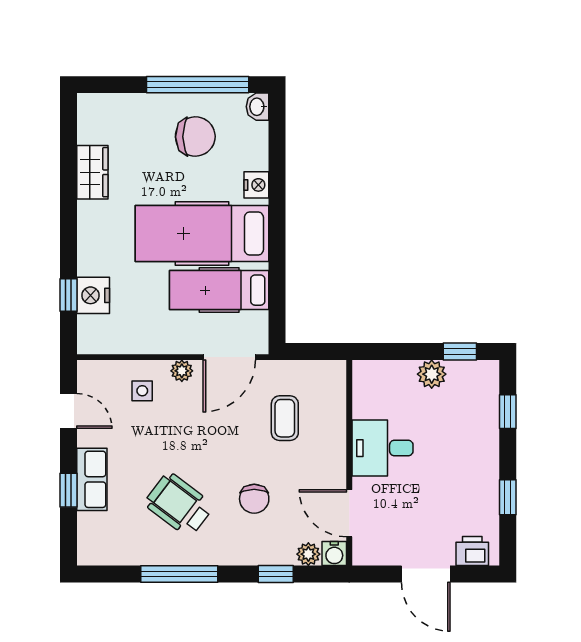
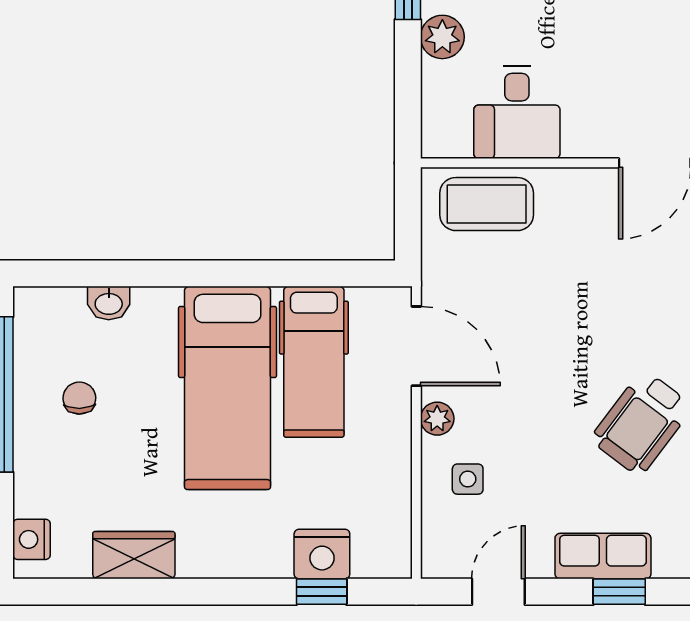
washbasin: (258, 107) -> (109, 303), moved
chair: (195, 136) -> (79, 398), width x0.54, depth x0.54
nightstand: (256, 185) -> (32, 539), moved, turned -90
coffee table: (285, 418) -> (487, 204), moved, width x1.36, depth x1.30
desk: (382, 448) -> (517, 112), moved
chair: (254, 499) -> (633, 308), removed

